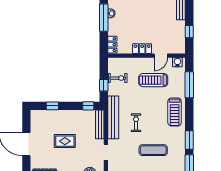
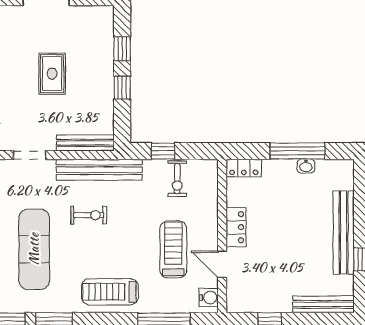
window: (88, 106) -> (122, 88), moved
exercise mat: (153, 150) -> (34, 249), width x1.36, depth x1.45

